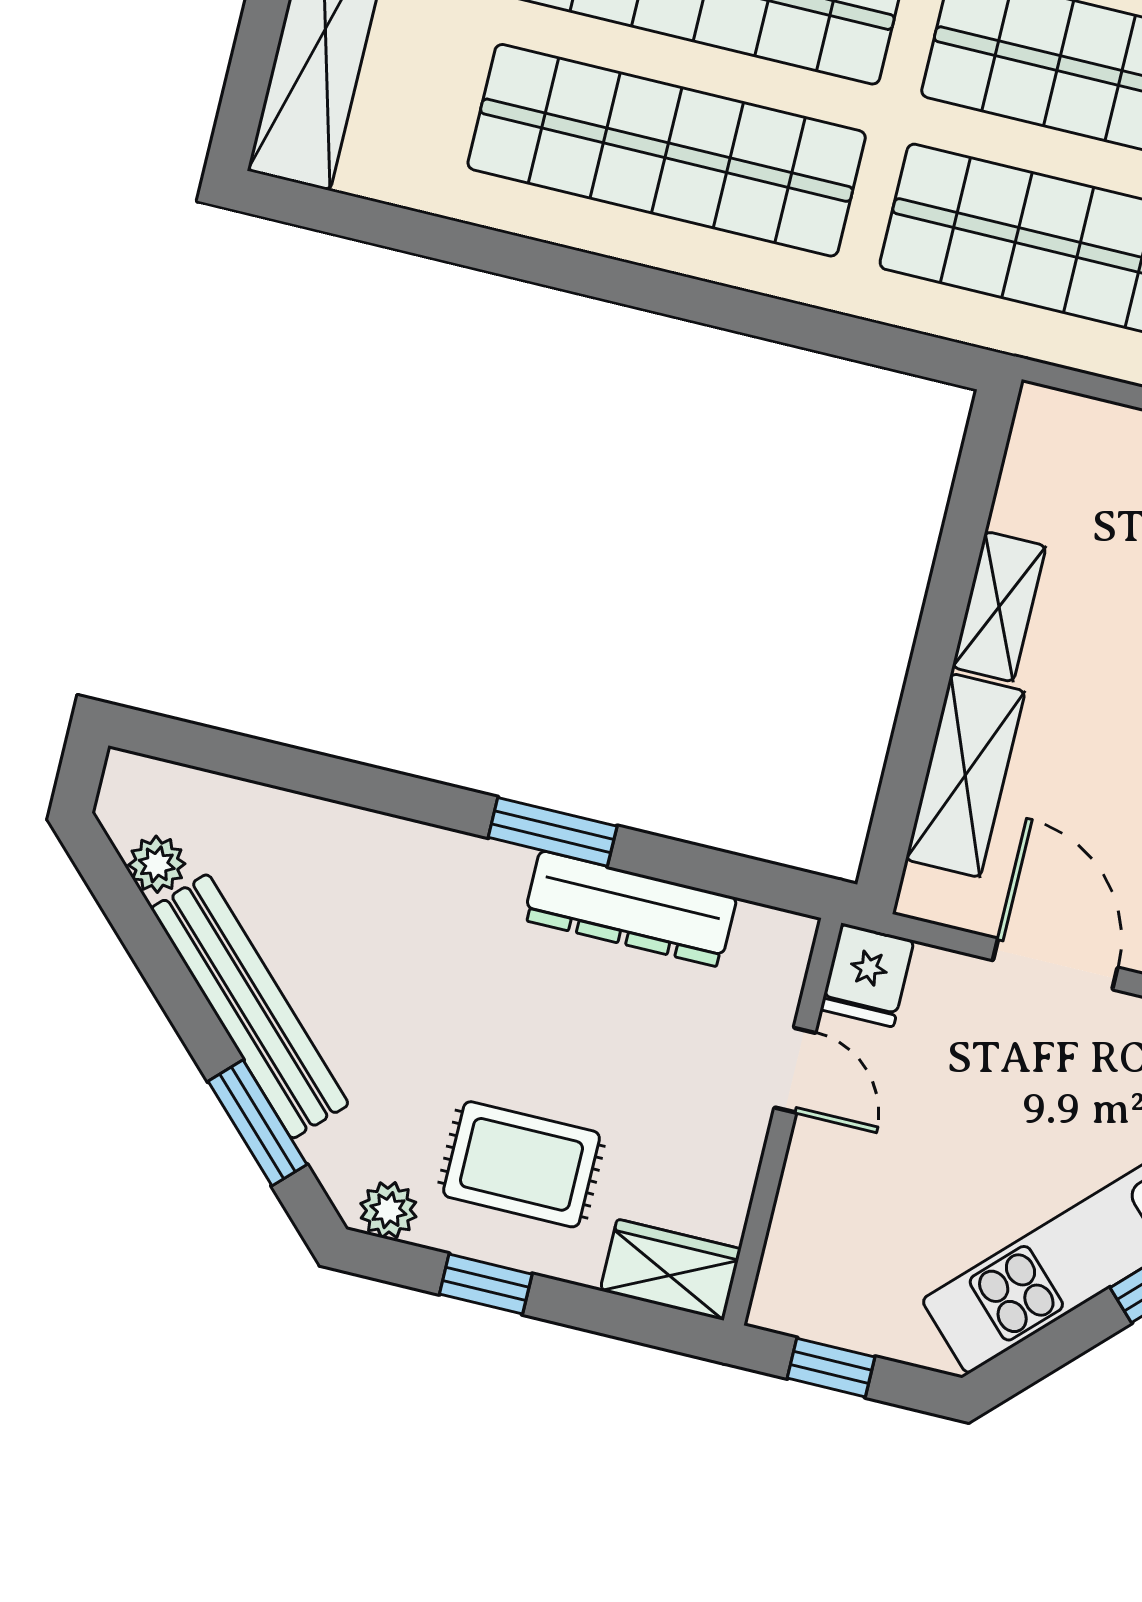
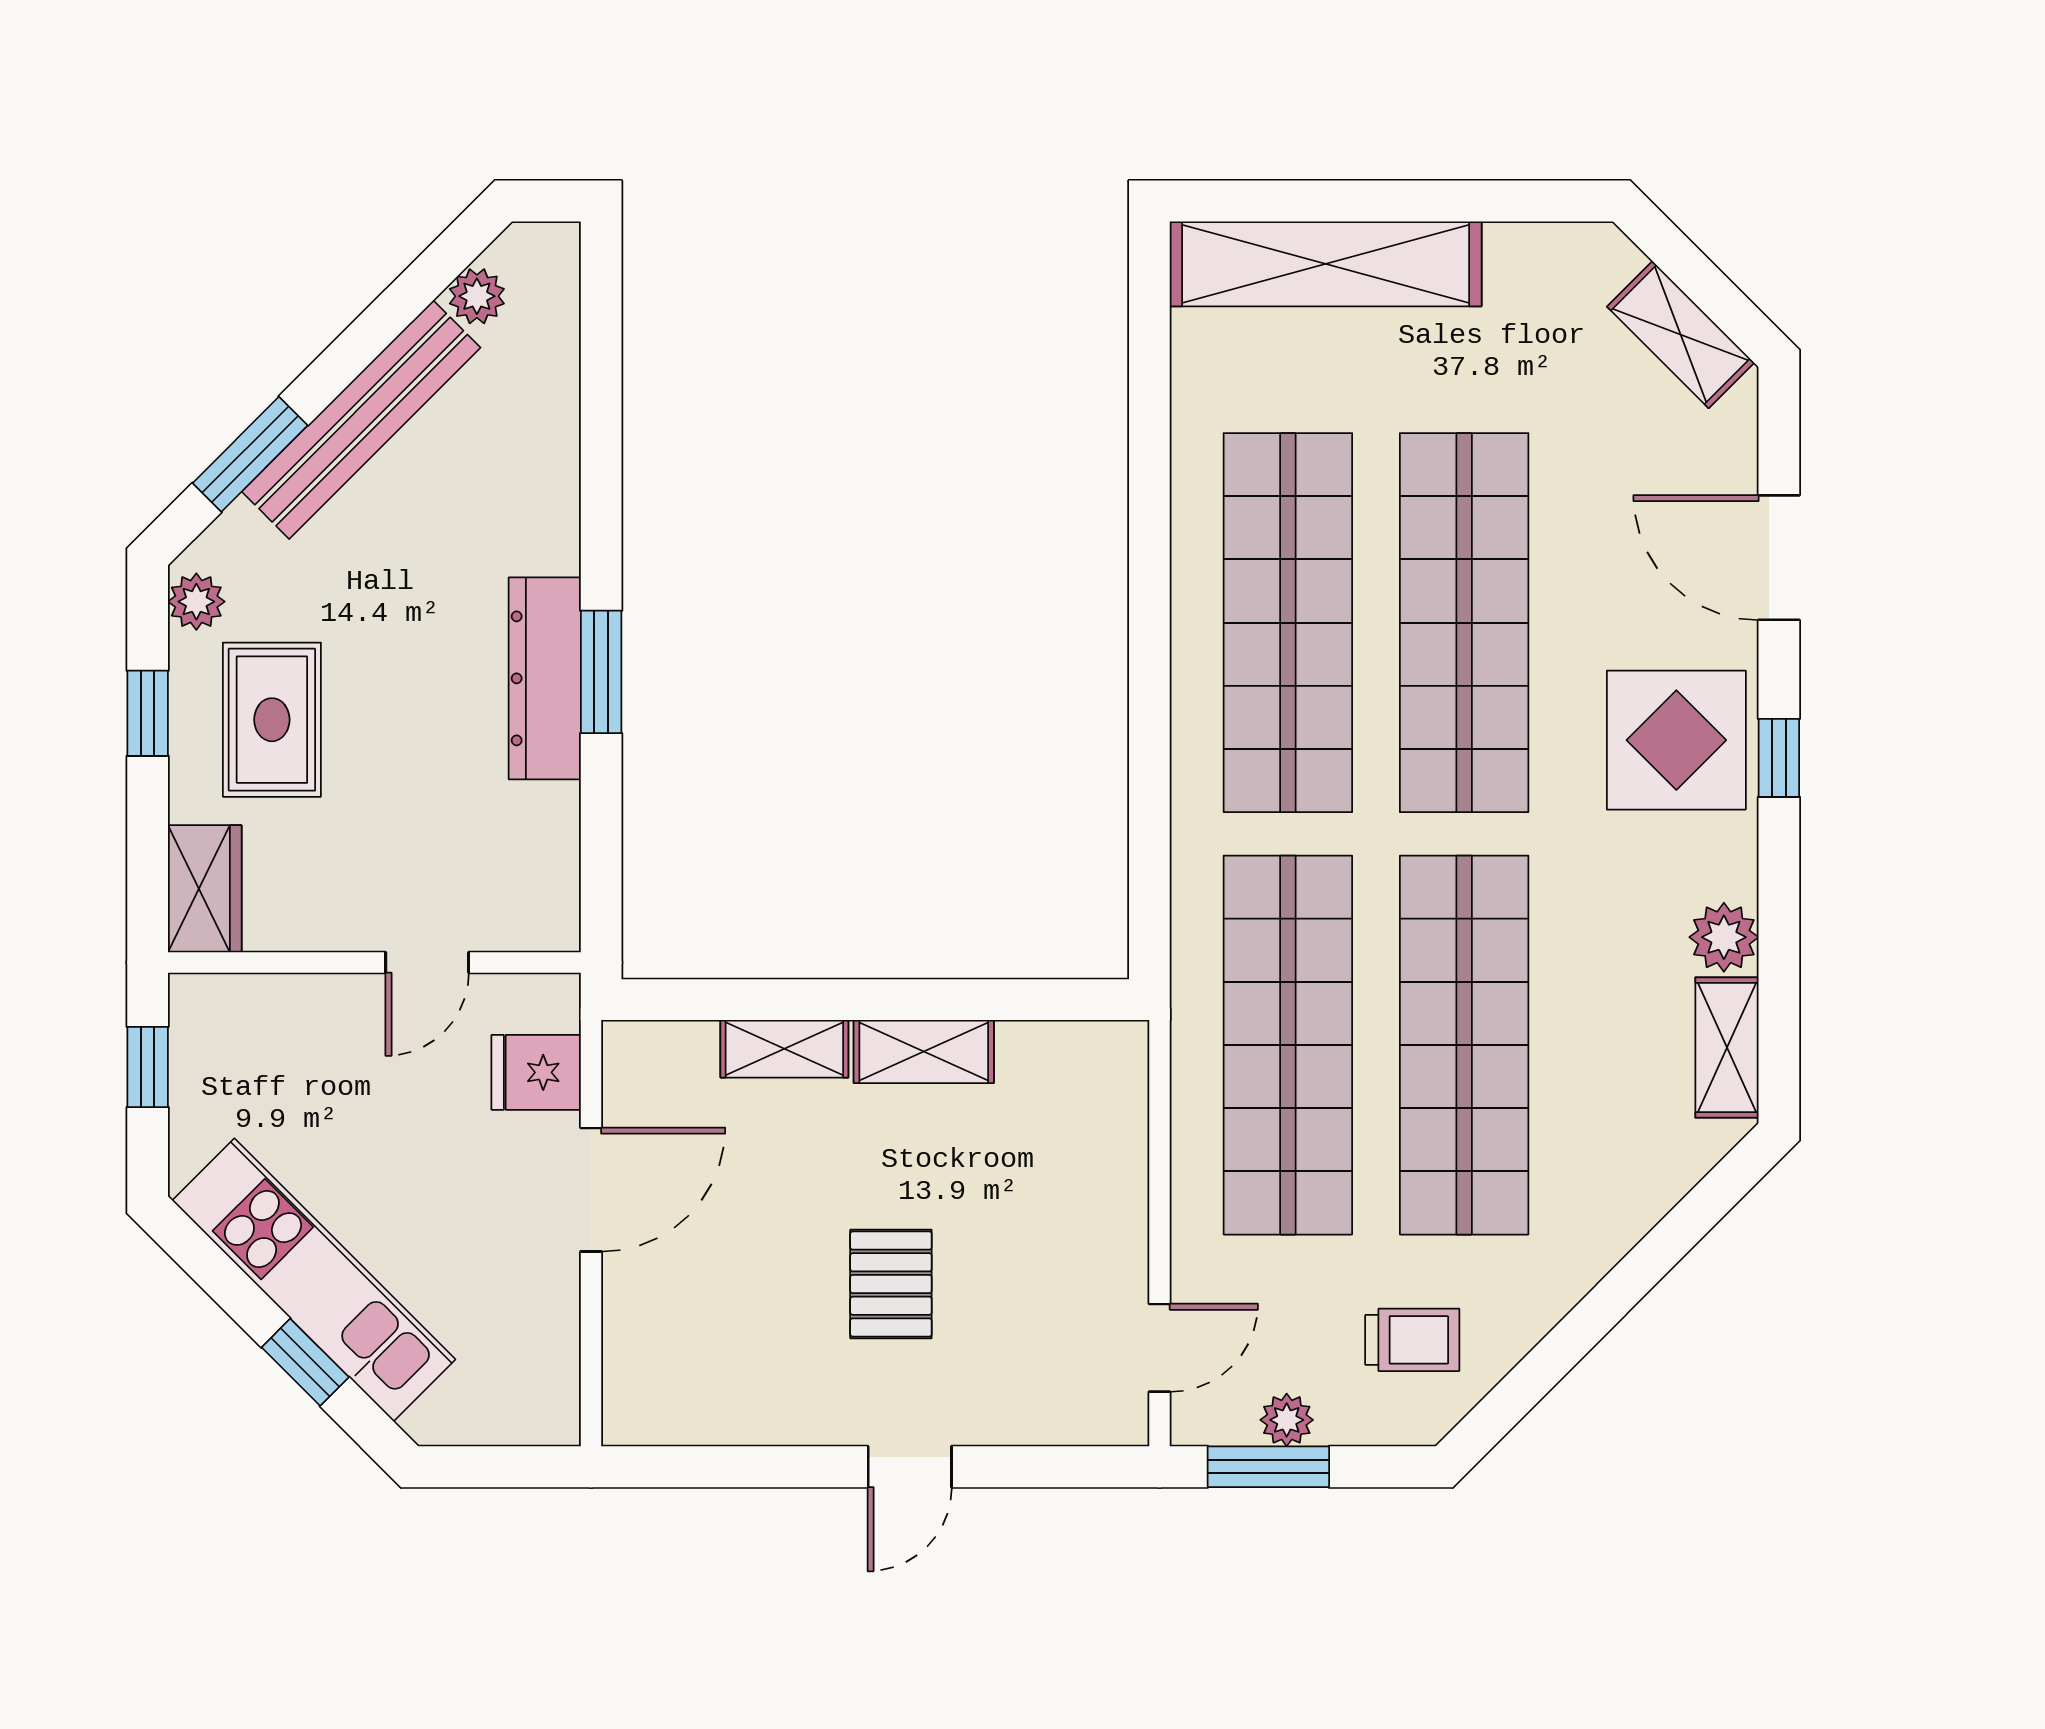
shelving: (965, 775) -> (784, 1049), width x0.67, depth x0.75
dresser: (630, 909) -> (545, 678), moved
fridge: (867, 975) -> (536, 1072), moved

